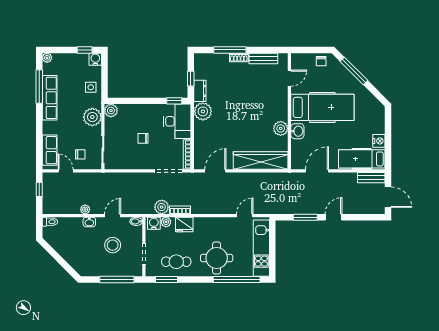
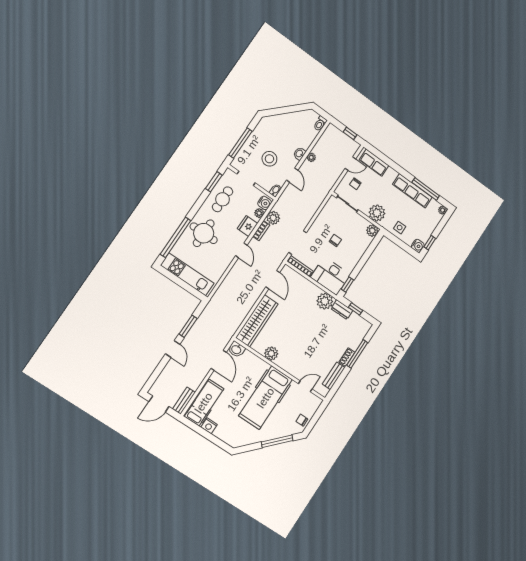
door: (289, 78) -> (305, 386), swing flipped
washbasin: (297, 131) -> (236, 349), moved
door: (245, 216) -> (241, 250), moved

